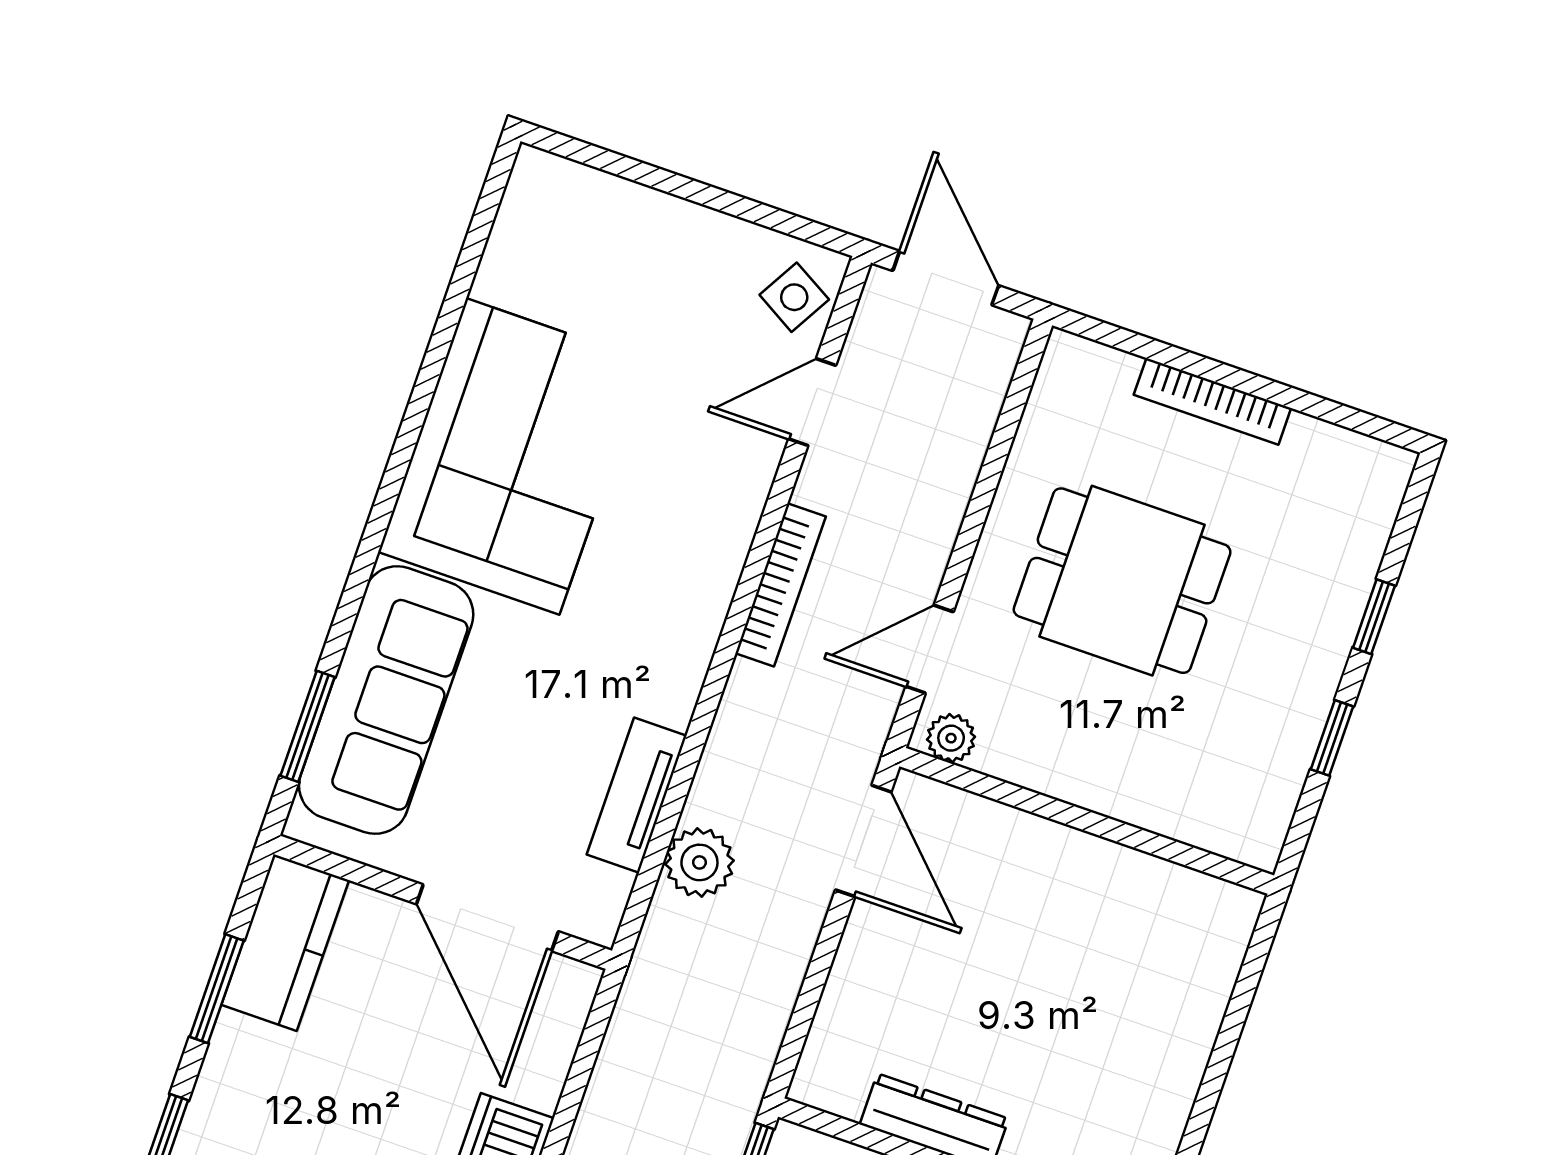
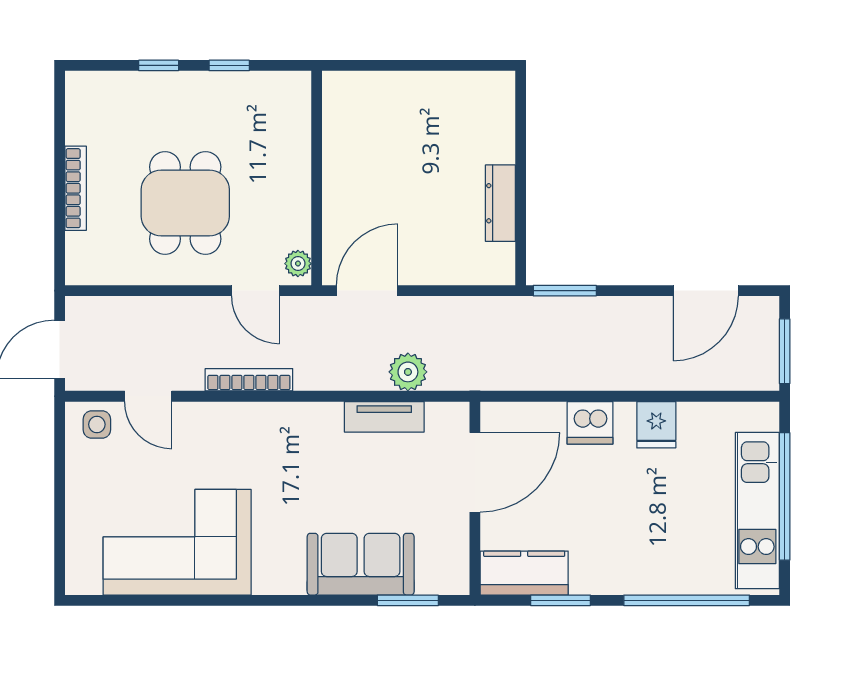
side table: (794, 297) -> (97, 424), turned -30
corner sofa: (513, 456) -> (177, 542), moved
sofa: (386, 700) -> (361, 564), width x0.73

